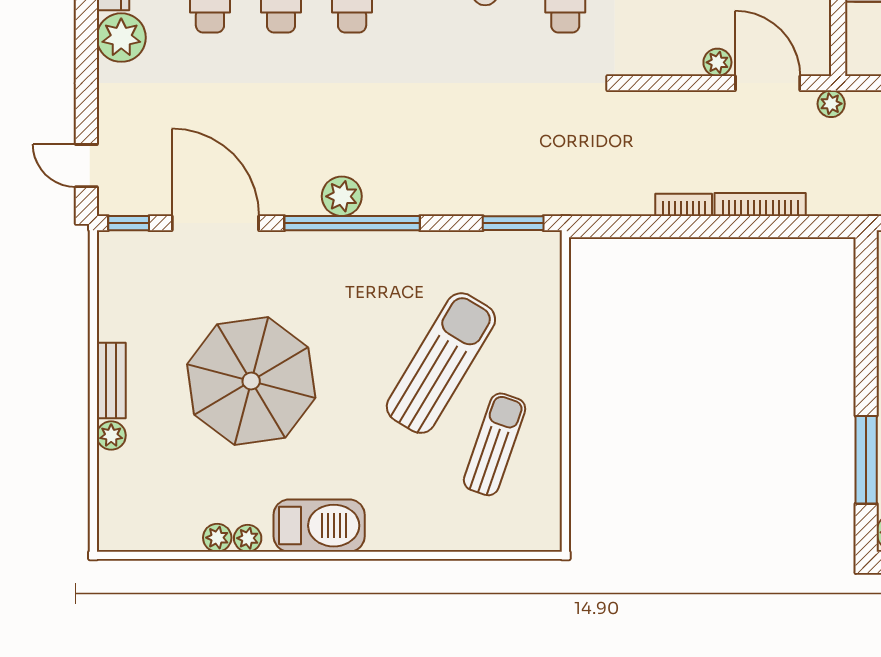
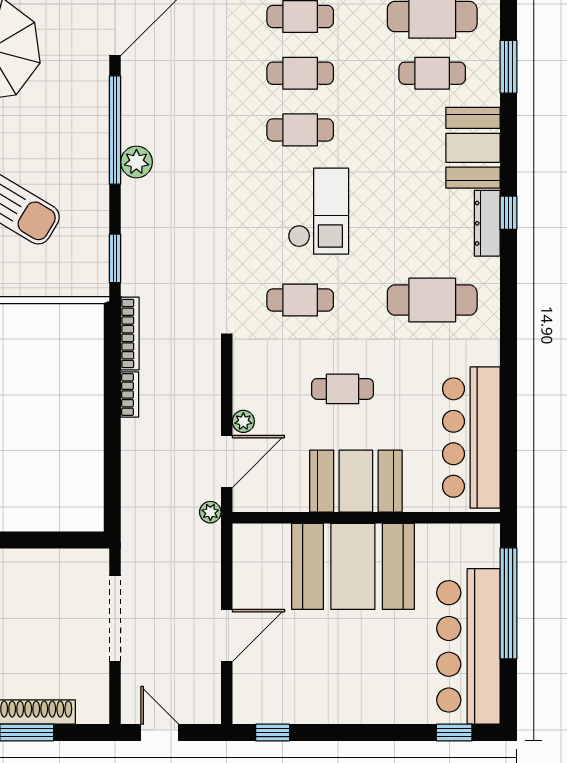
plant: (342, 196) -> (136, 162), moved
bookcase: (760, 204) -> (130, 334), moved

